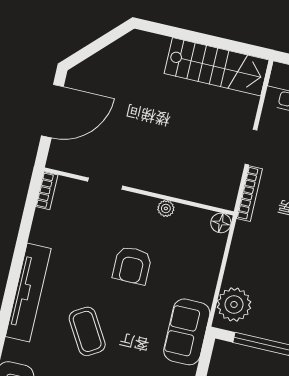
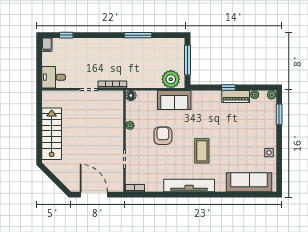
stairs: (217, 67) -> (52, 134), moved
armchair: (132, 265) -> (163, 136), turned -90
coffee table: (87, 331) -> (202, 151), turned -59
sofa: (187, 332) -> (174, 100), moved

